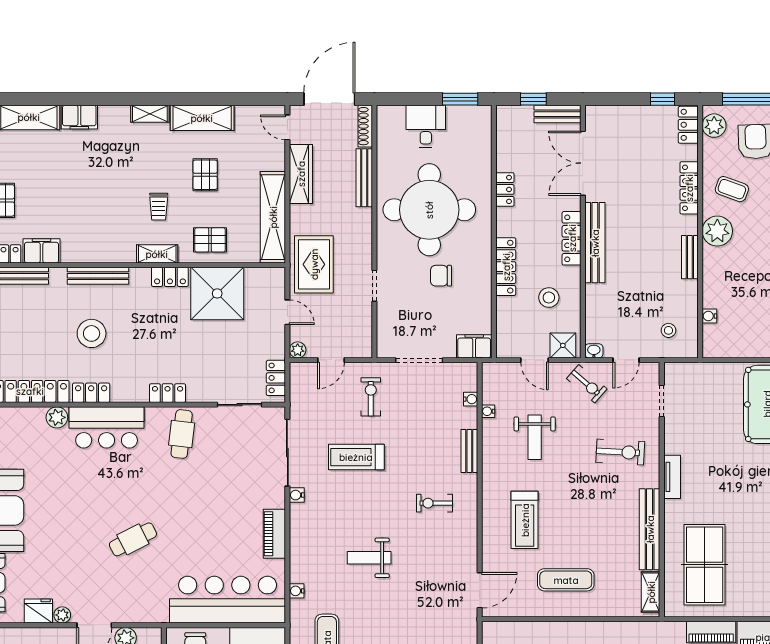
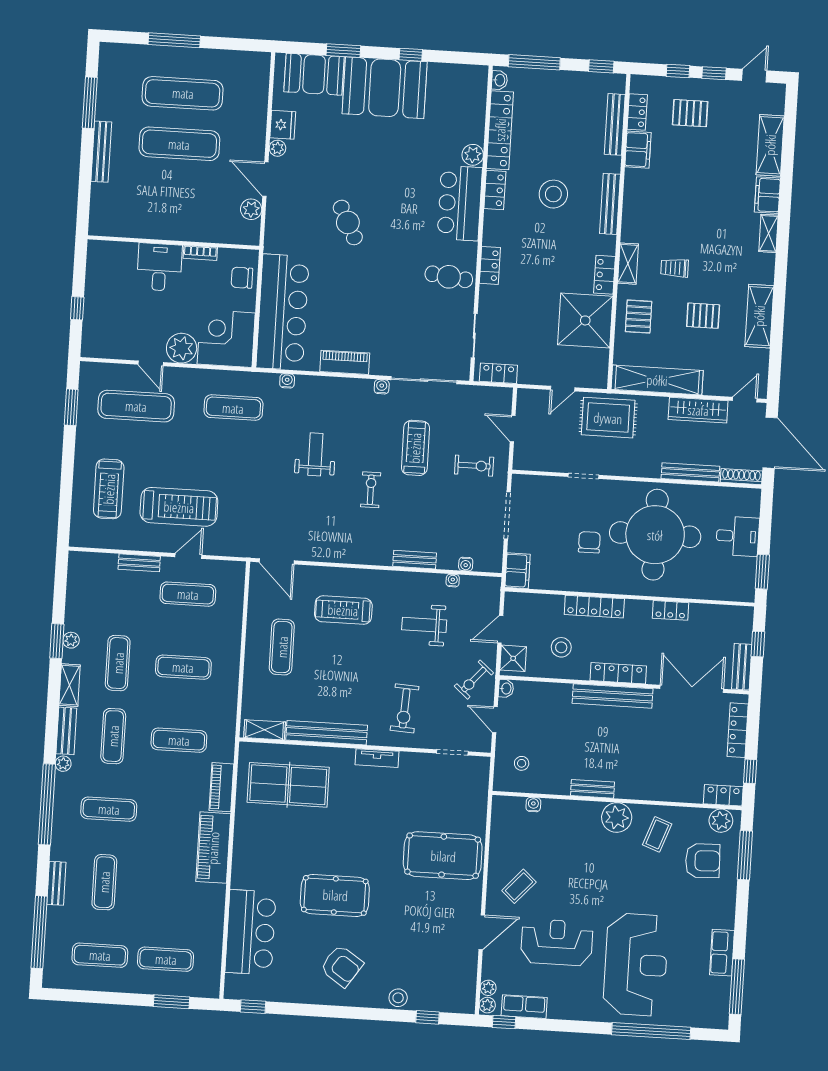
shelving: (150, 114) -> (769, 233), moved
locker: (689, 188) -> (738, 730), moved, turned -90
plant: (298, 350) -> (525, 396), removed
exercise bike: (434, 503) -> (371, 490), moved

